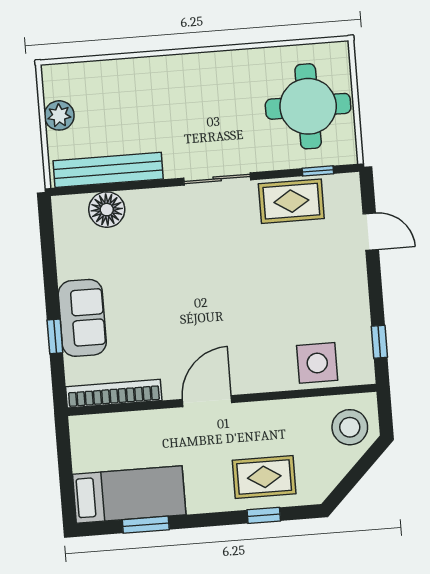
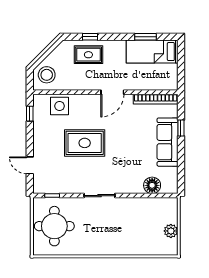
bench: (108, 170) -> (150, 204), removed
rug: (291, 201) -> (85, 143), moved, width x1.36, depth x1.43
sofa: (82, 318) -> (167, 142), width x1.36

